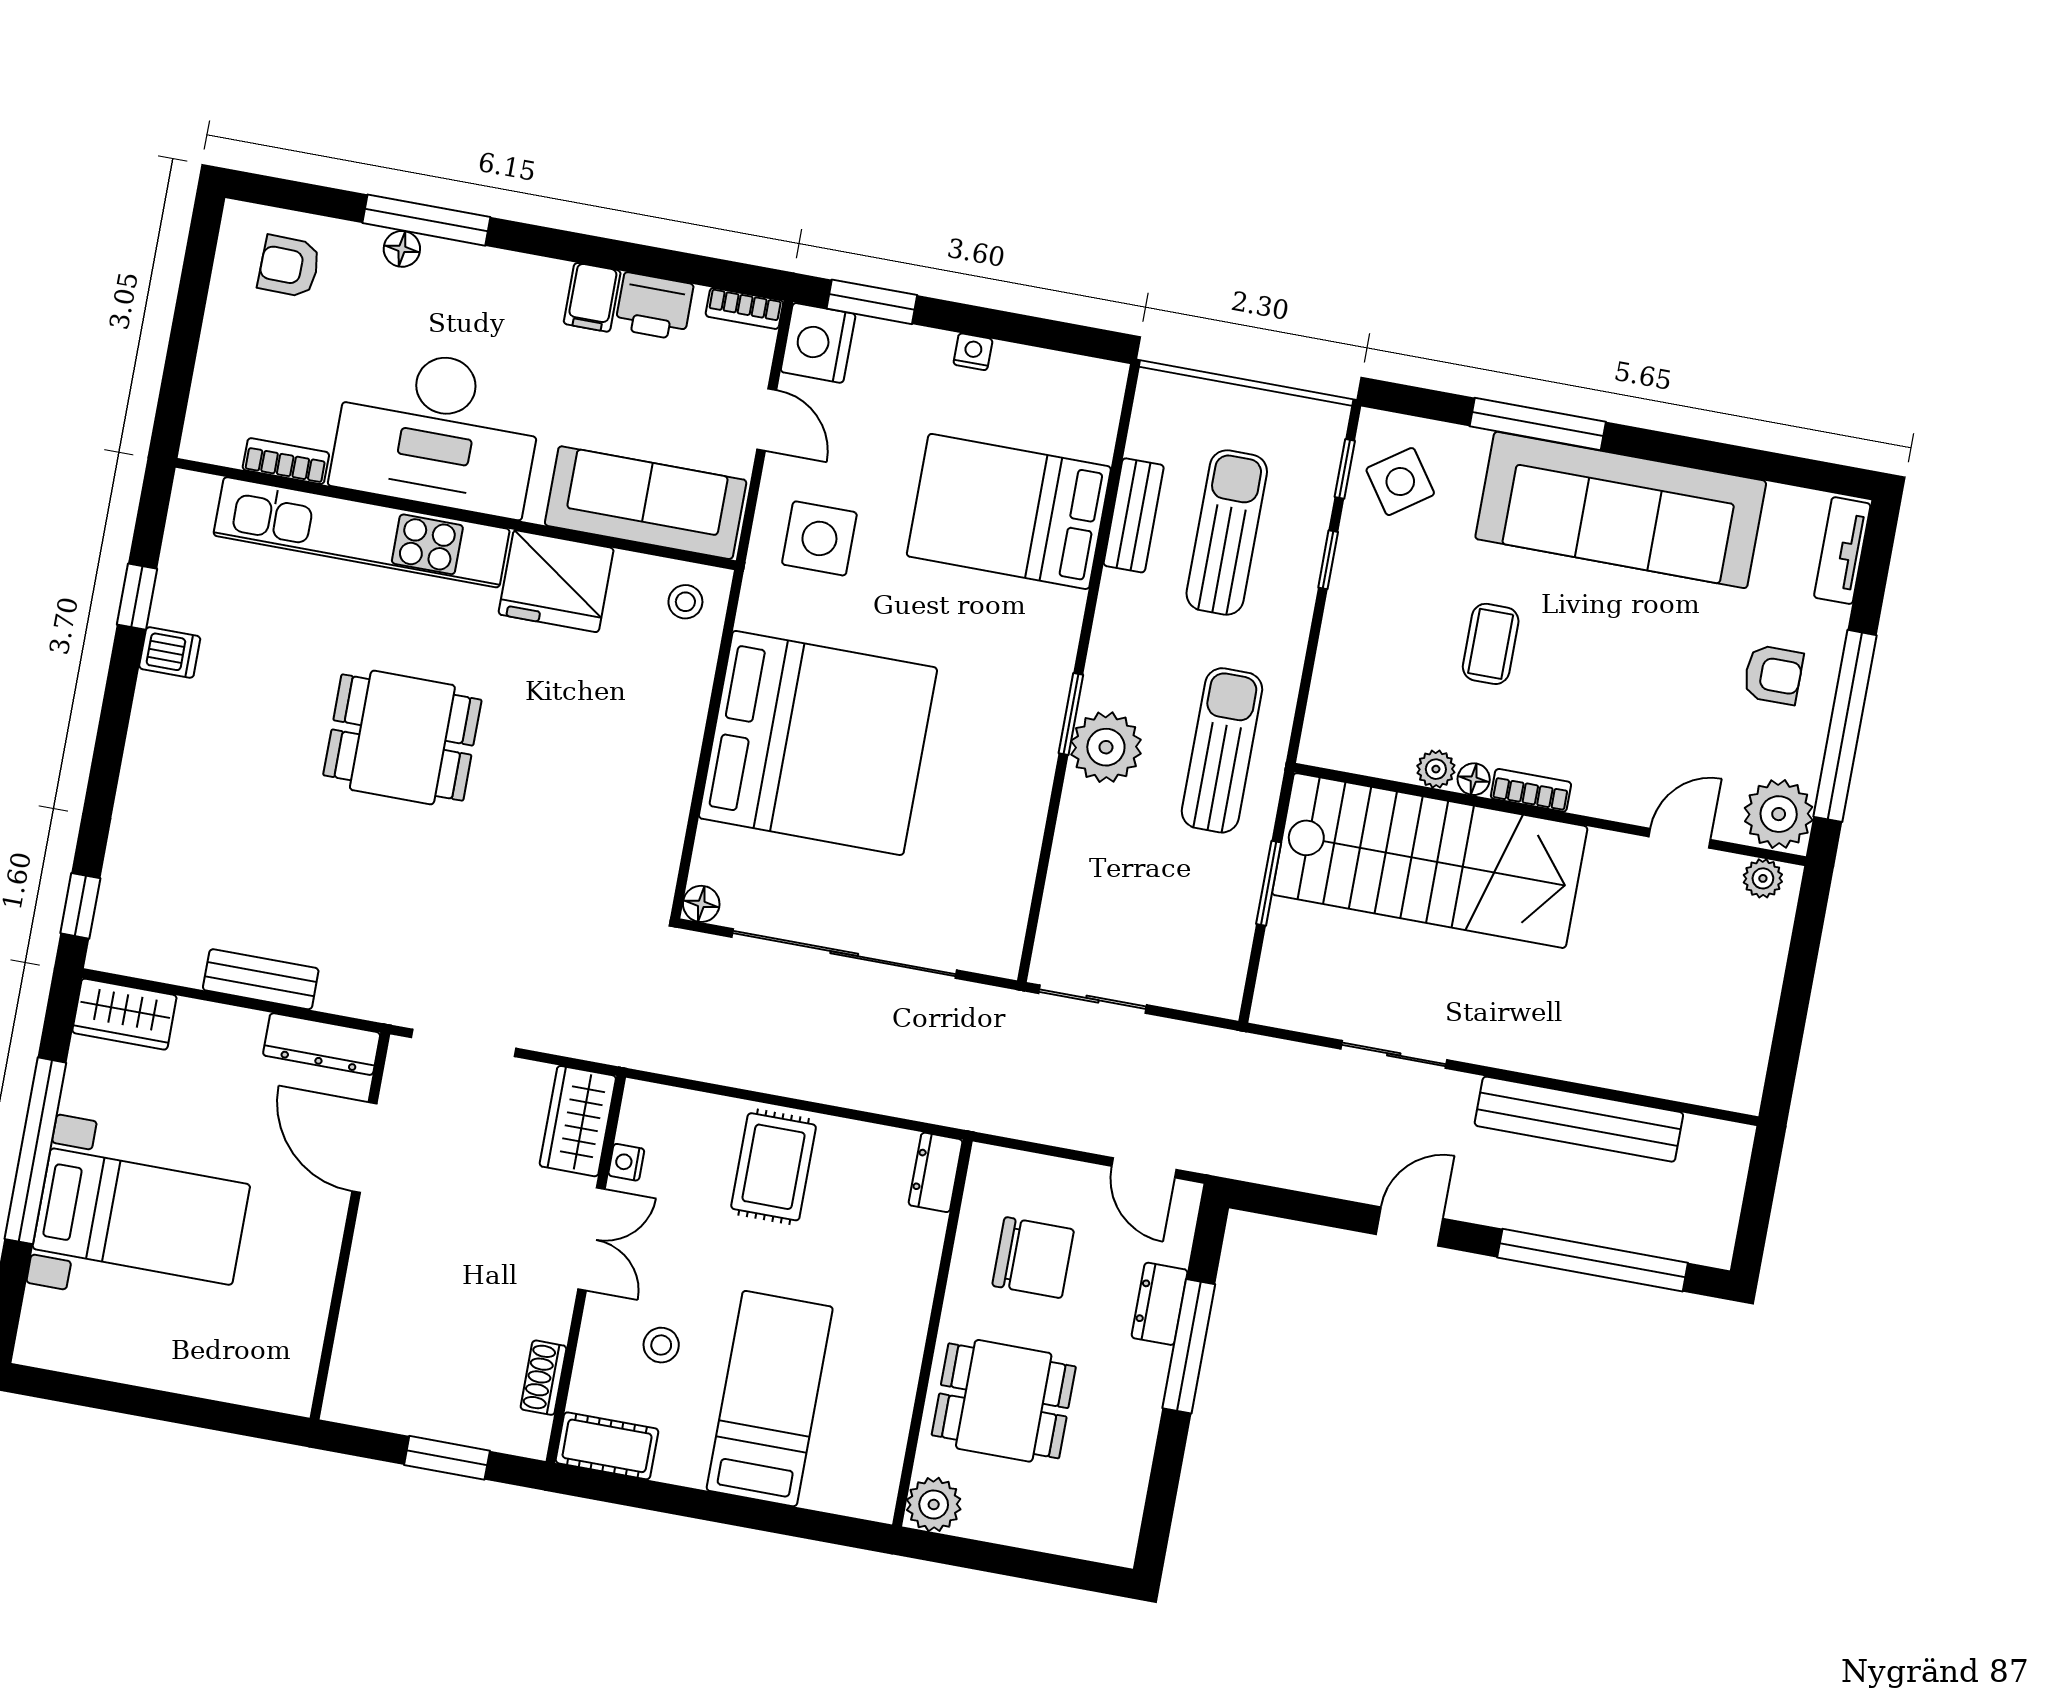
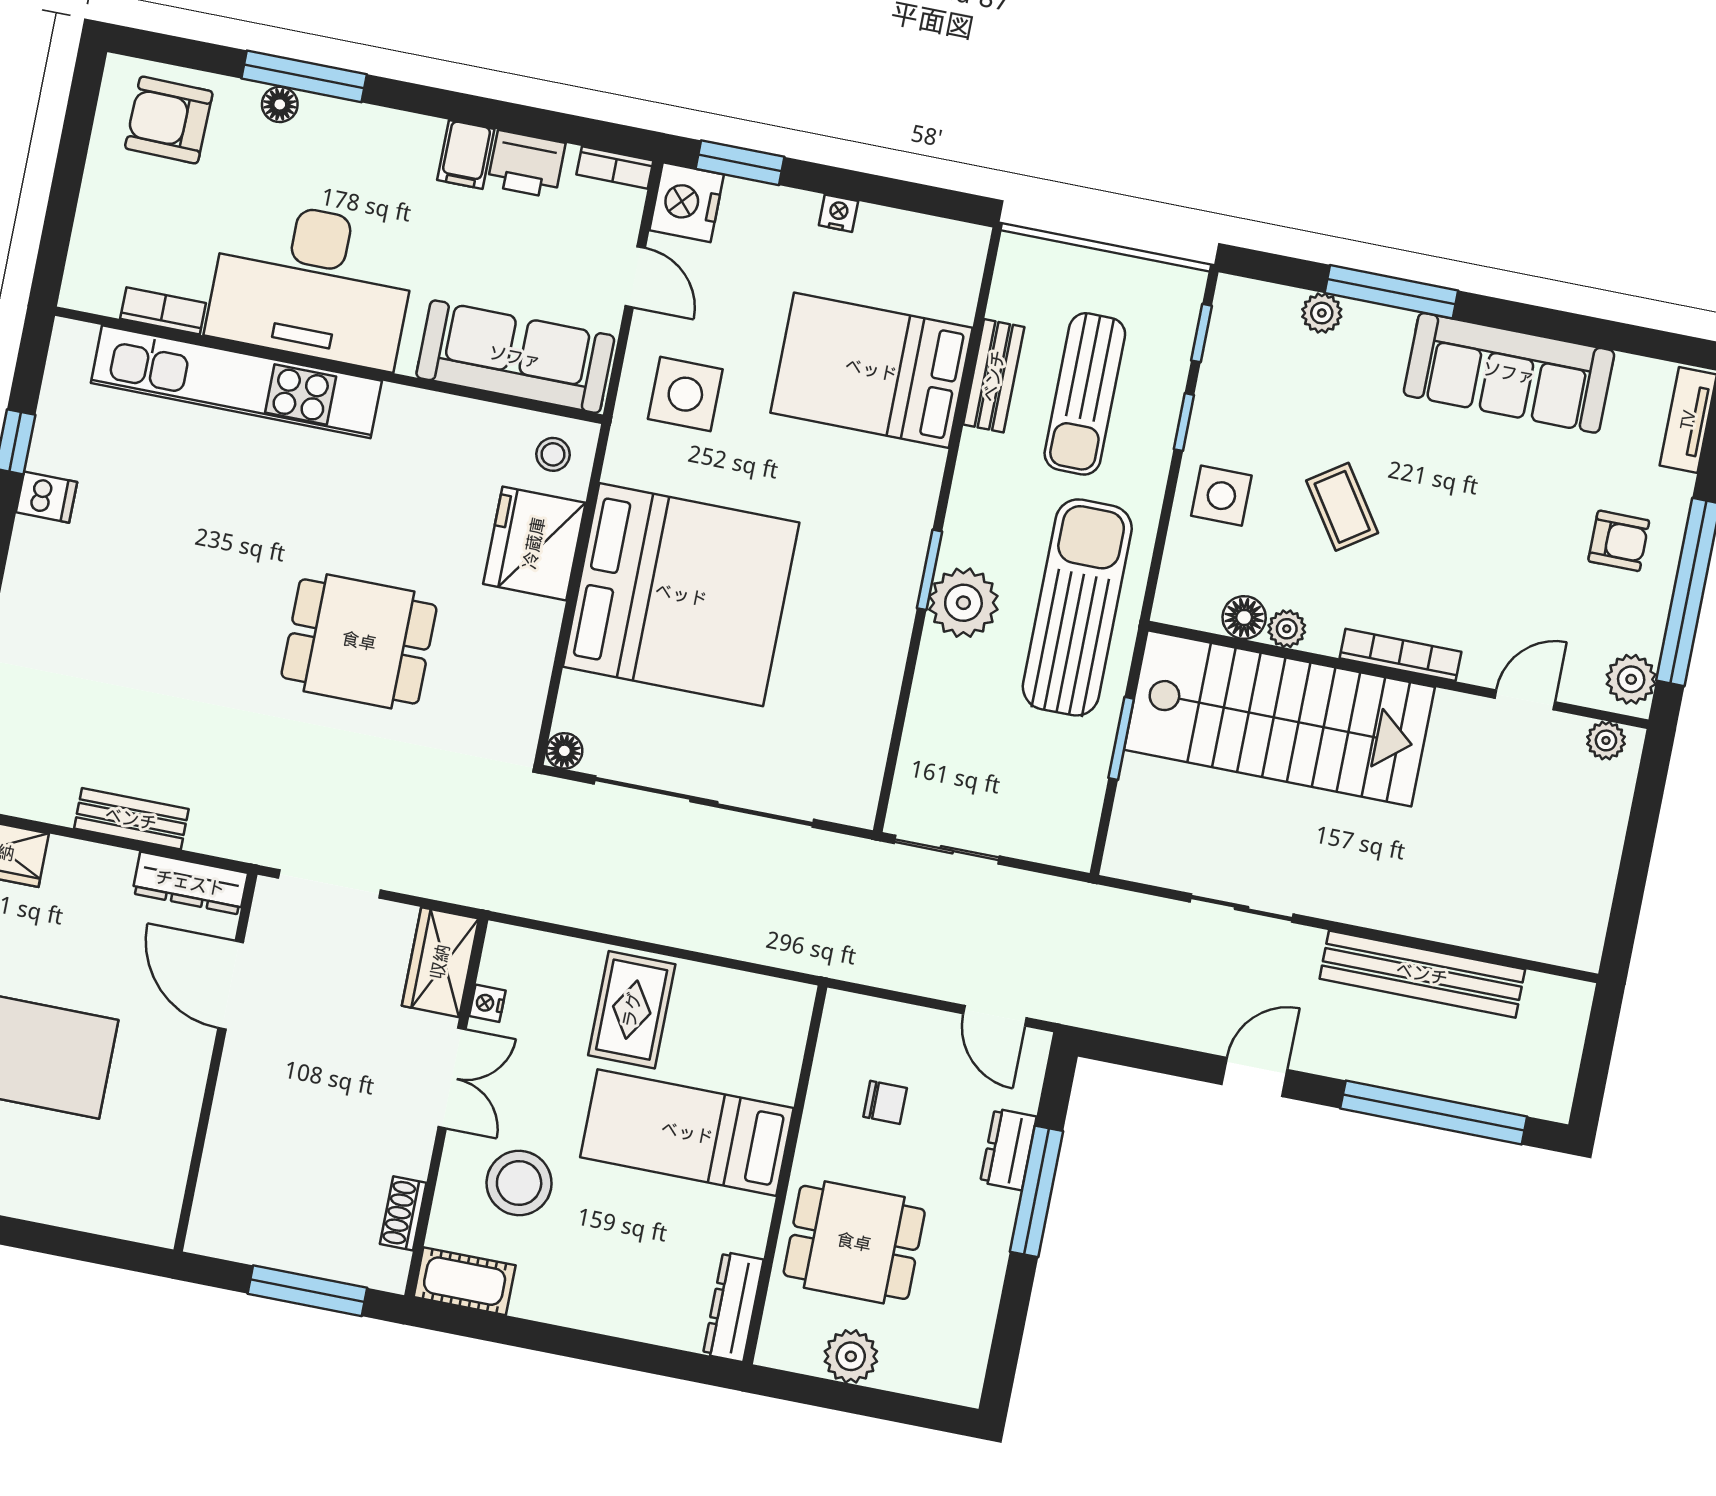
armchair: (289, 266) -> (169, 120), width x1.38, depth x1.38
plant: (1467, 447) -> (1322, 313), added
side table: (1400, 482) -> (1221, 496), moved, turned 35
sofa: (1621, 510) -> (1509, 373), width x0.74, depth x0.79
sun lounger: (1227, 533) -> (1085, 394), turned 180
fridge: (556, 581) -> (534, 543), moved, turned 90
coffee table: (1491, 644) -> (1342, 507), turned -34
dining table: (402, 738) -> (359, 641), moved
sun lounger: (1222, 750) -> (1077, 607), width x1.36, depth x1.34
floor lamp: (1474, 779) -> (1244, 617), moved, width x1.37, depth x1.37
bookcase: (1531, 790) -> (1401, 655), width x1.56
plant: (1779, 814) -> (1631, 679), width x0.73, depth x0.73
dresser: (936, 1172) -> (733, 1307), moved, width x1.44
chair: (1033, 1258) -> (885, 1102), width x0.54, depth x0.54
stool: (661, 1345) -> (519, 1183), width x1.89, depth x1.89
bed: (770, 1399) -> (687, 1133), moved, turned -90
window: (447, 1458) -> (307, 1291), width x1.44
plant: (934, 1504) -> (851, 1356), moved

